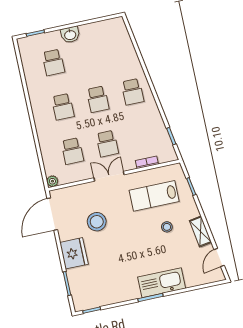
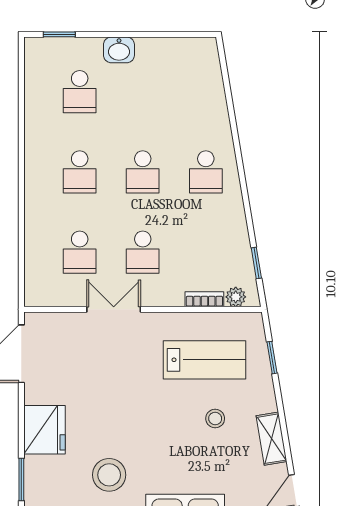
double door: (109, 176) -> (114, 309), moved
plant: (52, 181) -> (236, 297), moved
lab bench: (154, 196) -> (204, 360), turned 180
stool: (97, 222) -> (109, 475), moved

